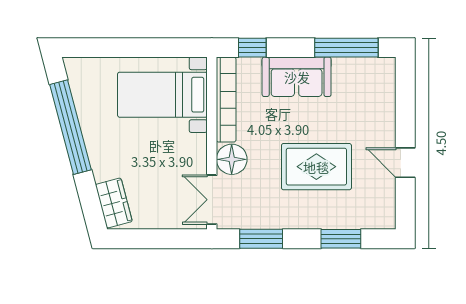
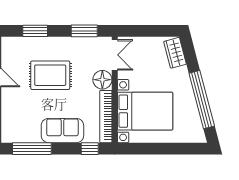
bed with nightstands: (162, 95) -> (145, 111), width x1.36

